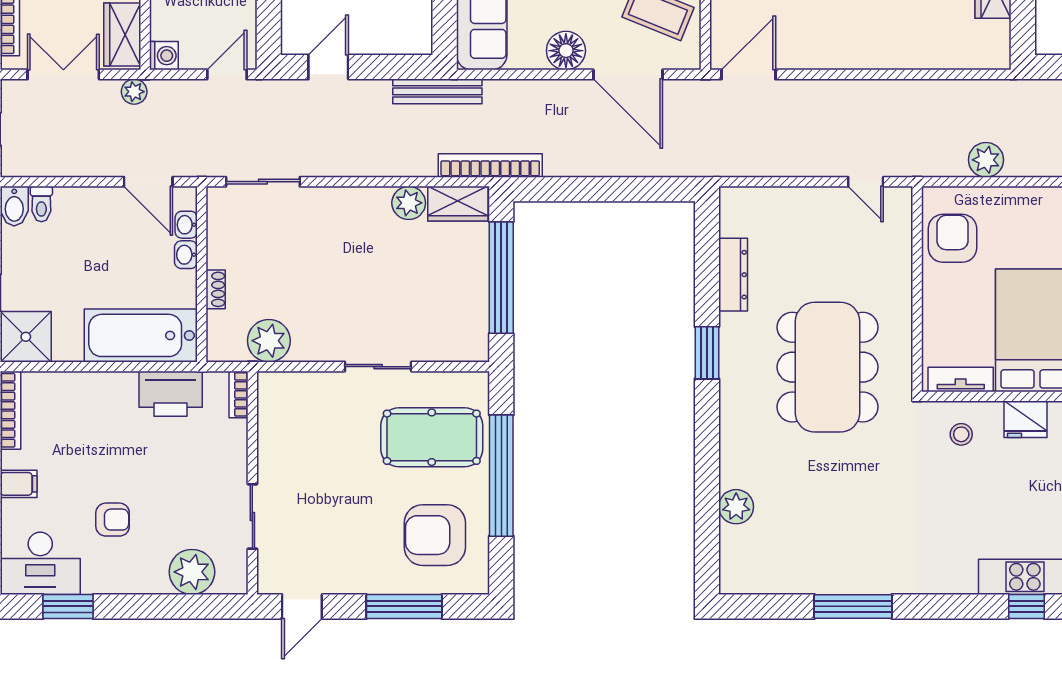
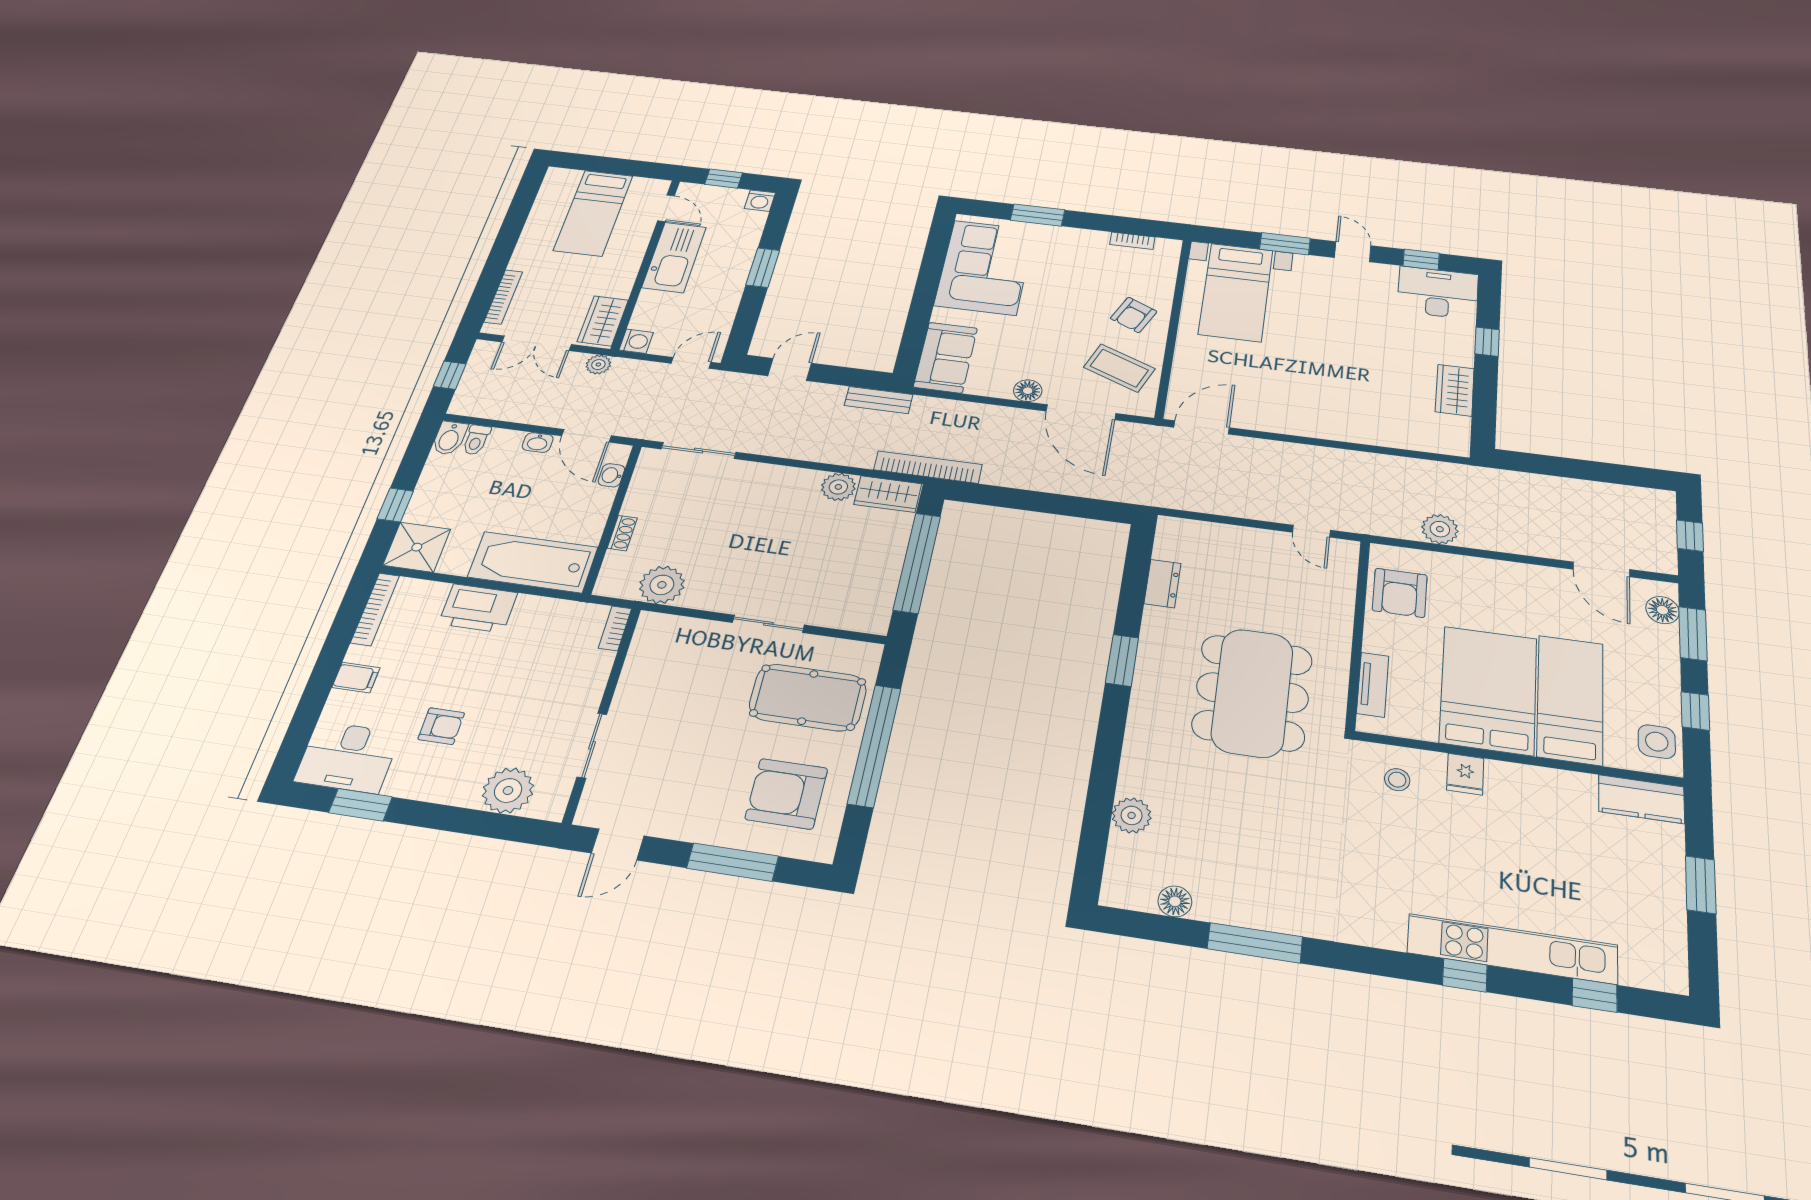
floor lamp: (566, 51) -> (1028, 391), width x0.73, depth x0.73
double door: (63, 74) -> (537, 343), swing flipped
bench: (437, 91) -> (879, 400), width x0.73
armchair: (952, 238) -> (1400, 593), turned 180
washbasin: (186, 255) -> (538, 443), moved, turned -90
dresser: (733, 275) -> (1163, 584), width x0.70
tv unit: (961, 379) -> (1373, 685), moved, turned 90
printer: (171, 394) -> (478, 608), moved
fridge: (1026, 419) -> (1465, 774), width x0.72
floor lamp: (783, 580) -> (1175, 901), added

